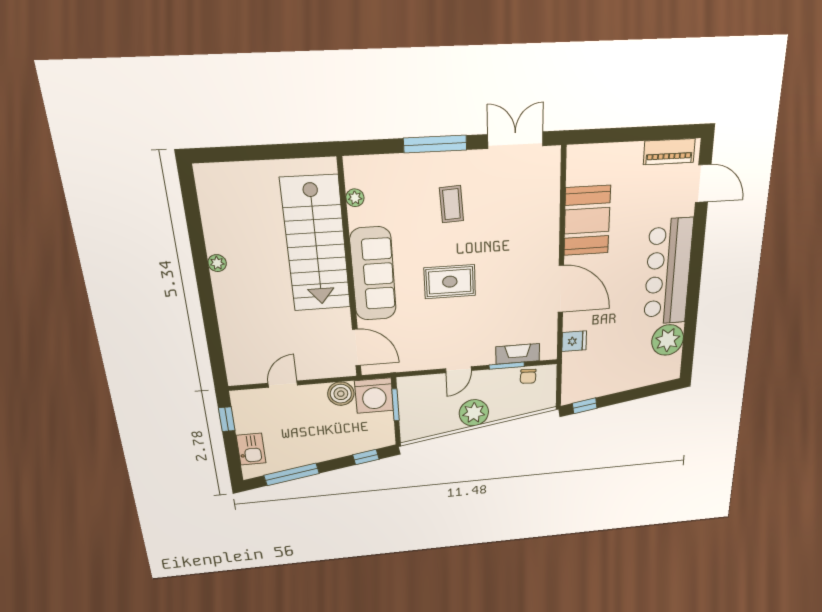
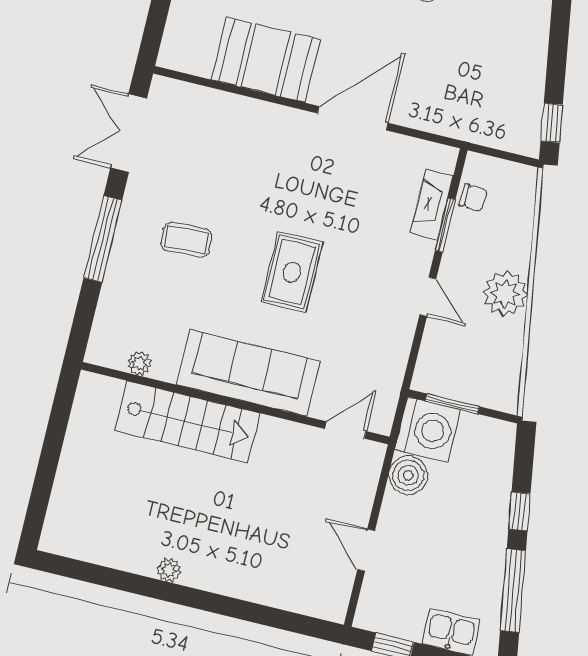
stairs: (316, 244) -> (187, 422), width x0.73, depth x0.66
fridge: (574, 341) -> (440, 116), removed
door: (357, 347) -> (346, 430), width x0.73
window: (366, 457) -> (519, 511), moved

